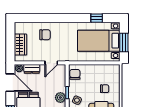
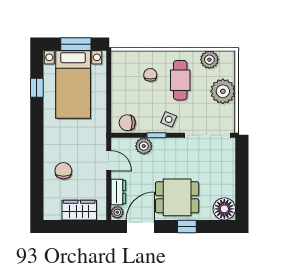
plant: (60, 98) -> (144, 146), moved

